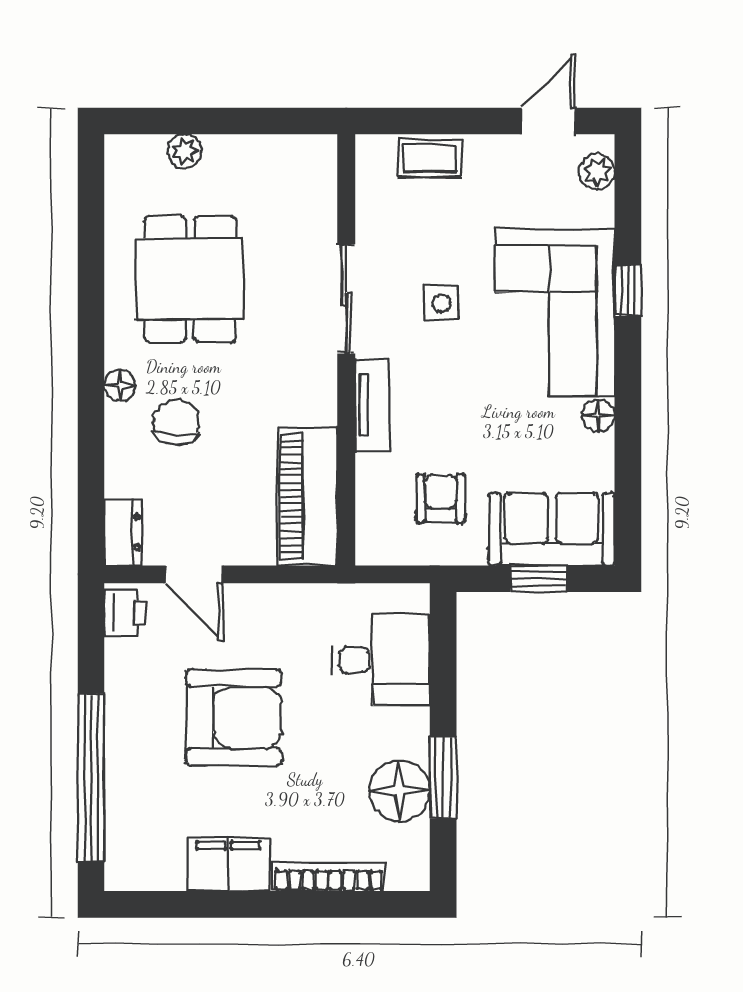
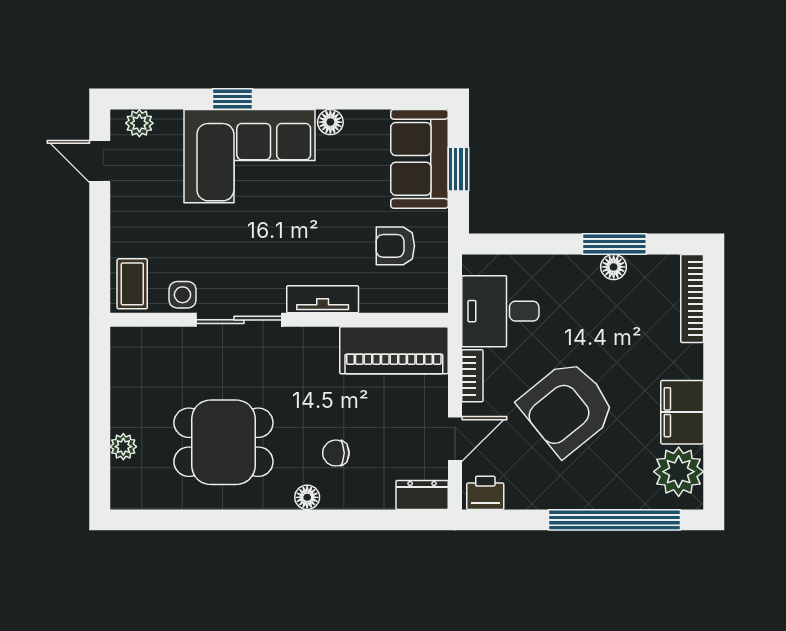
coffee table: (430, 158) -> (132, 284), moved
side table: (441, 303) -> (182, 295), moved
chair: (176, 422) -> (336, 453), width x0.73, depth x0.73
bookcase: (275, 597) -> (472, 376), added
desk: (381, 660) -> (500, 311), moved, turned -90
armchair: (234, 717) -> (567, 408), turned -129
floor lamp: (399, 791) -> (614, 267), width x0.53, depth x0.53
plant: (153, 860) -> (679, 472), added
bookcase: (329, 877) -> (692, 298), moved

